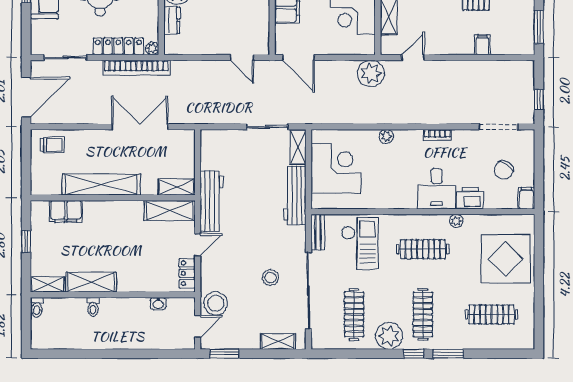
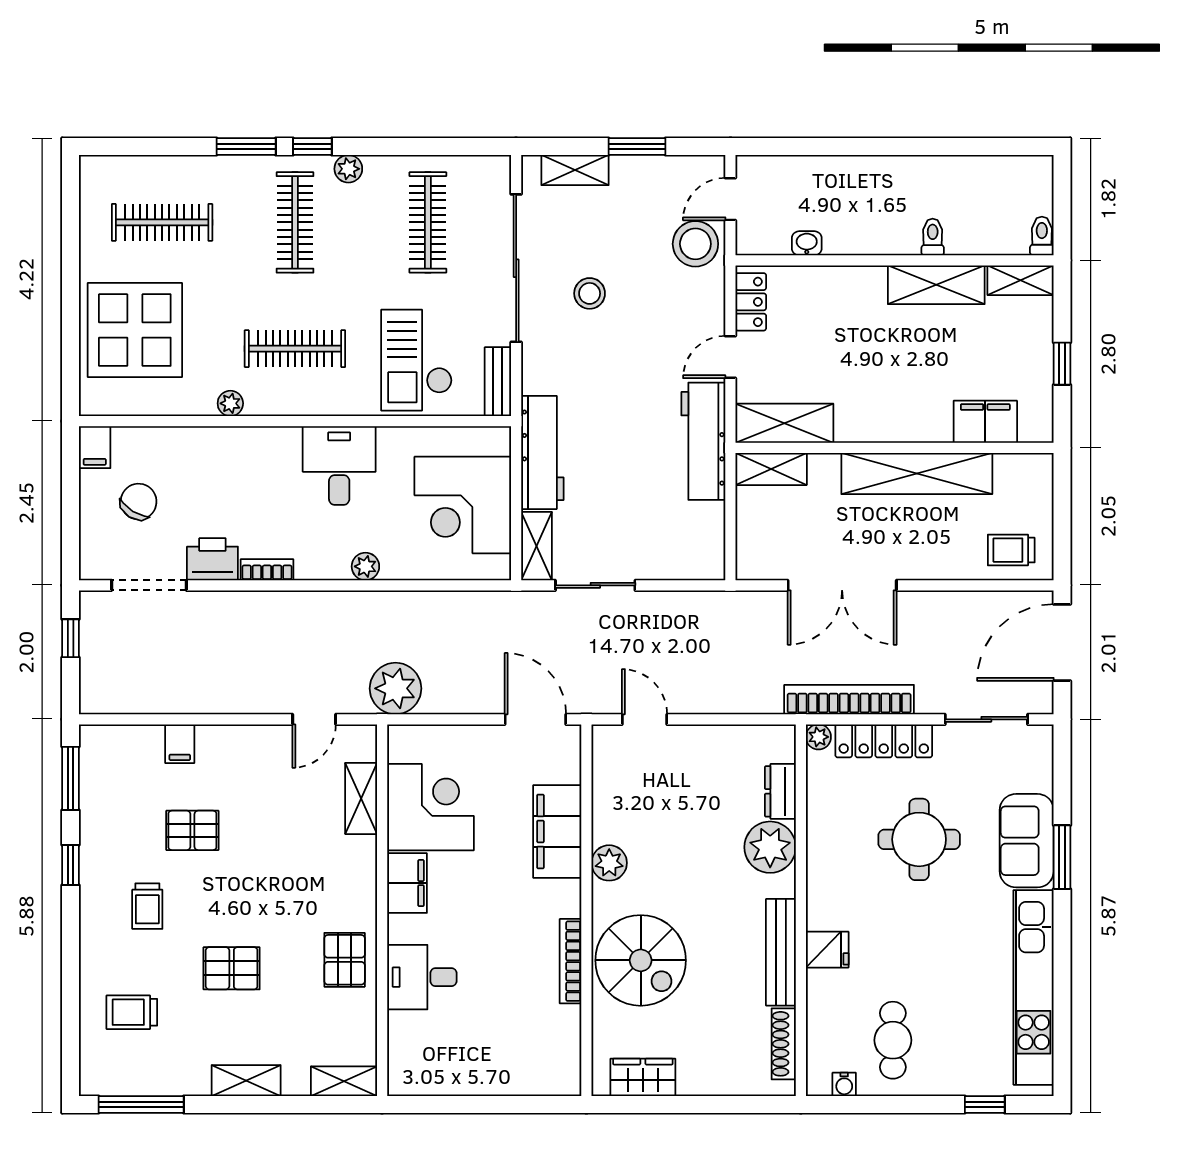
desk: (437, 189) -> (339, 466), moved
printer: (470, 198) -> (212, 559), moved, turned 180
plant: (389, 336) -> (348, 169), width x0.53, depth x0.53
window: (224, 354) -> (637, 146), moved

